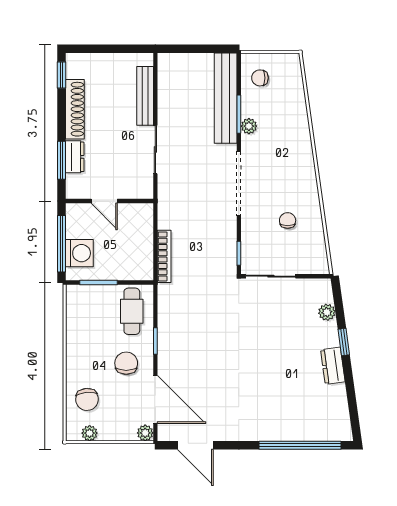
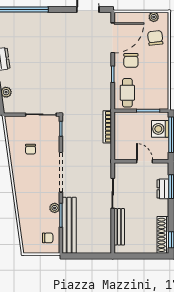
shoe rack: (75, 109) -> (163, 235), moved
door: (155, 399) -> (113, 38), swing flipped
plant: (145, 433) -> (119, 17), removed

